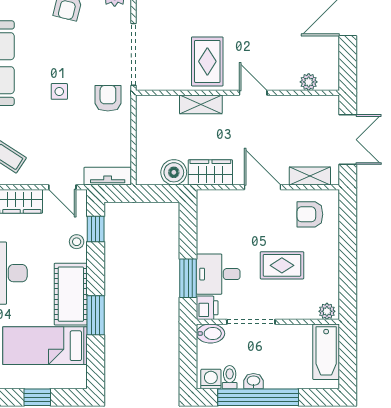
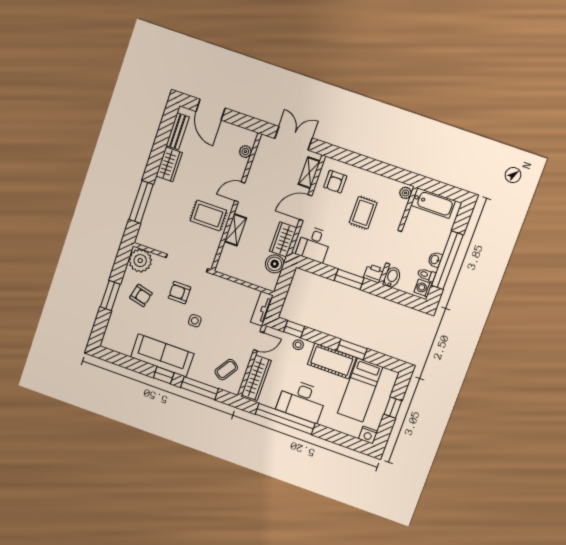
armchair: (108, 98) -> (180, 293), moved
desk: (218, 274) -> (314, 244), moved

